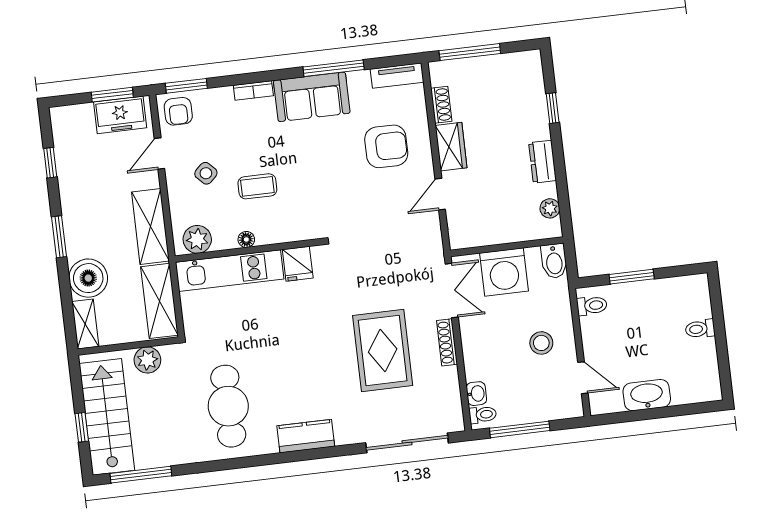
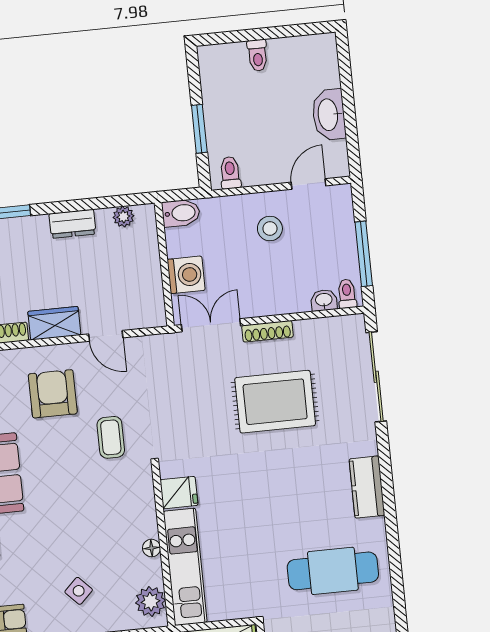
coffee table: (257, 186) -> (111, 437), moved
washing machine: (504, 272) -> (186, 275), width x0.73, depth x0.73

